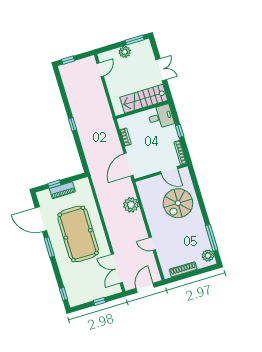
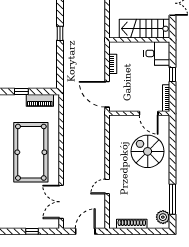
door: (129, 165) -> (107, 94), hinge flipped
piano: (62, 190) -> (40, 100), moved
spiral stairs: (178, 203) -> (148, 151), turned 90
plant: (131, 205) -> (97, 138), removed
door: (152, 244) -> (107, 186), hinge flipped

